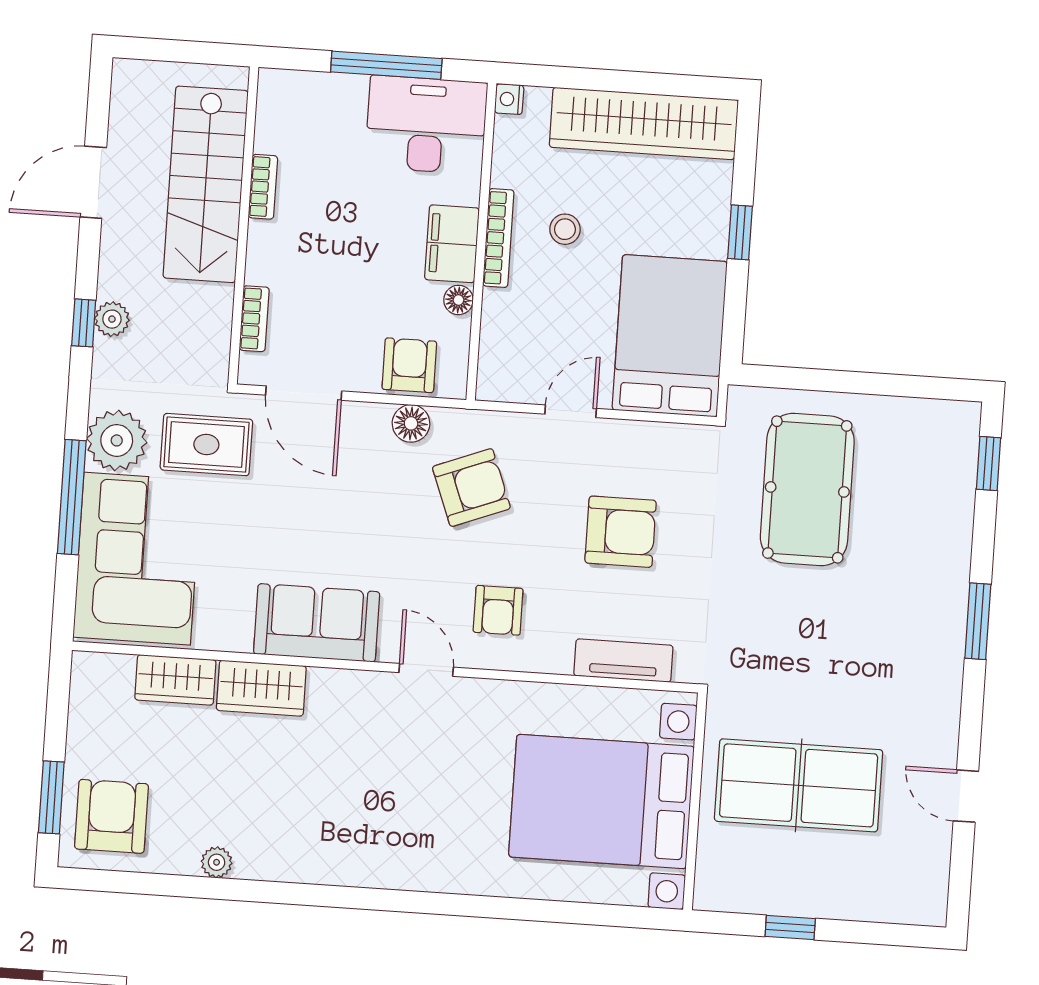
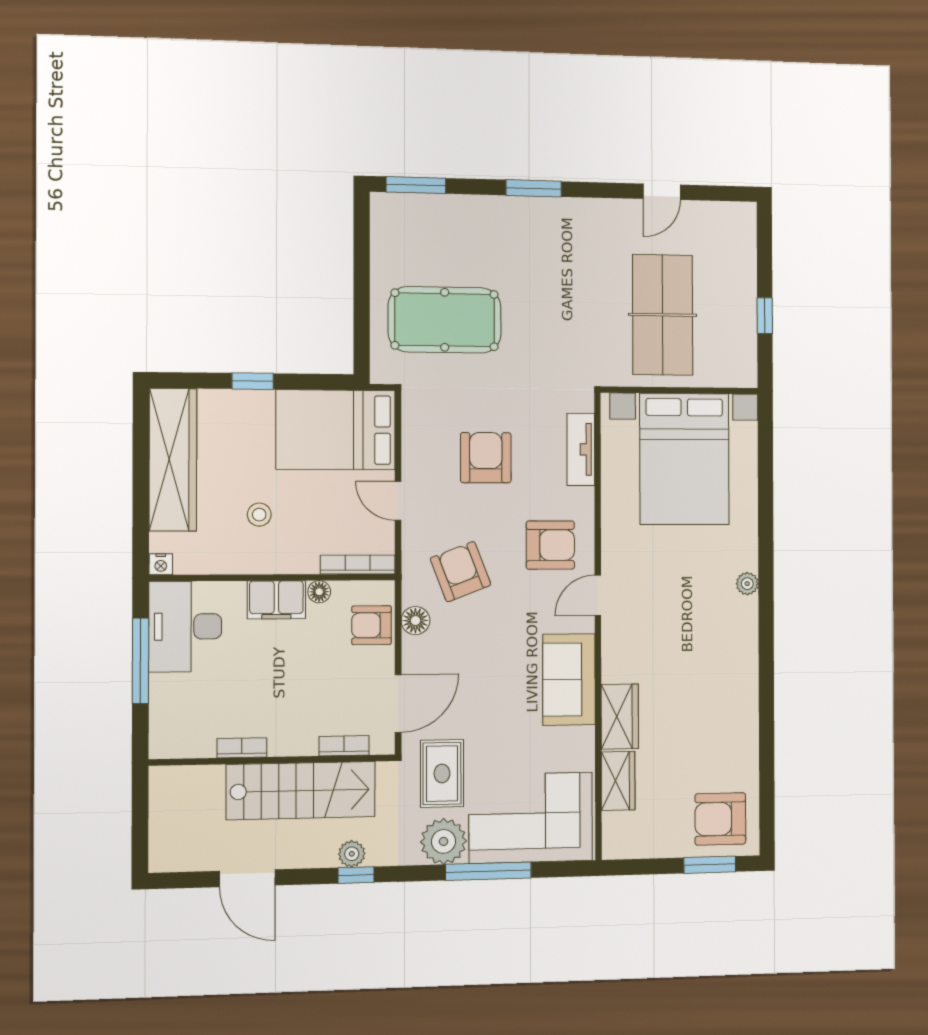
stairs: (206, 184) -> (301, 791), moved
bookcase: (498, 238) -> (358, 564), moved
window: (989, 464) -> (416, 185), width x1.50
armchair: (498, 610) -> (550, 545), width x1.38, depth x1.38
plant: (217, 862) -> (747, 584), moved

